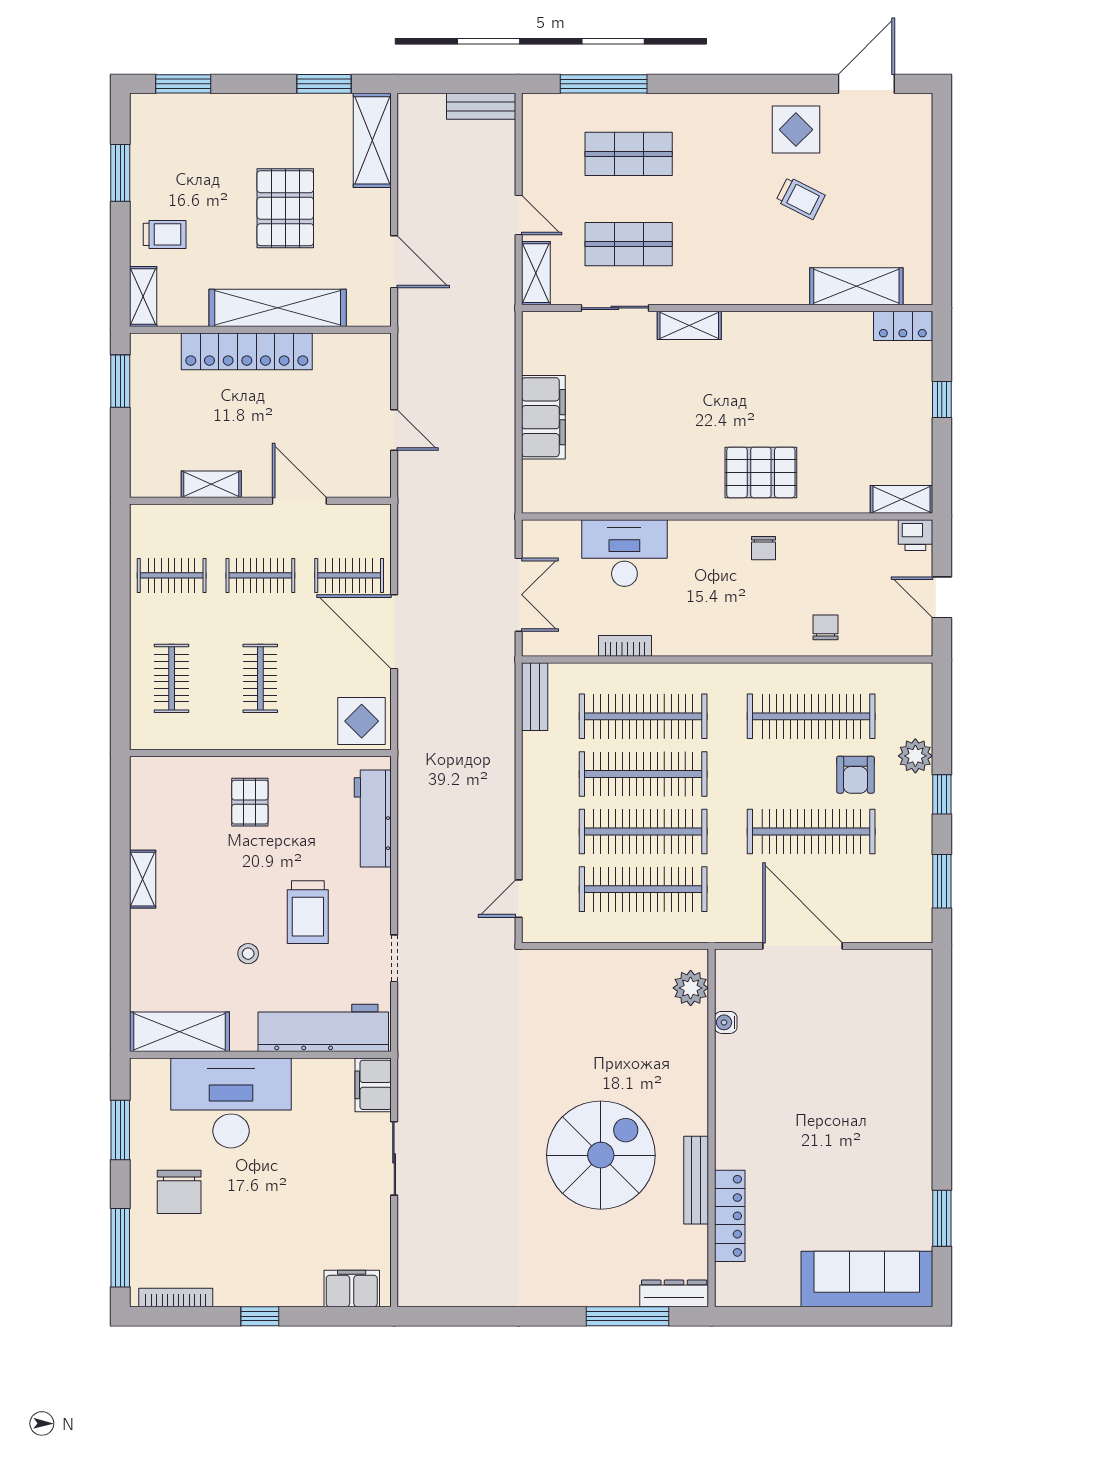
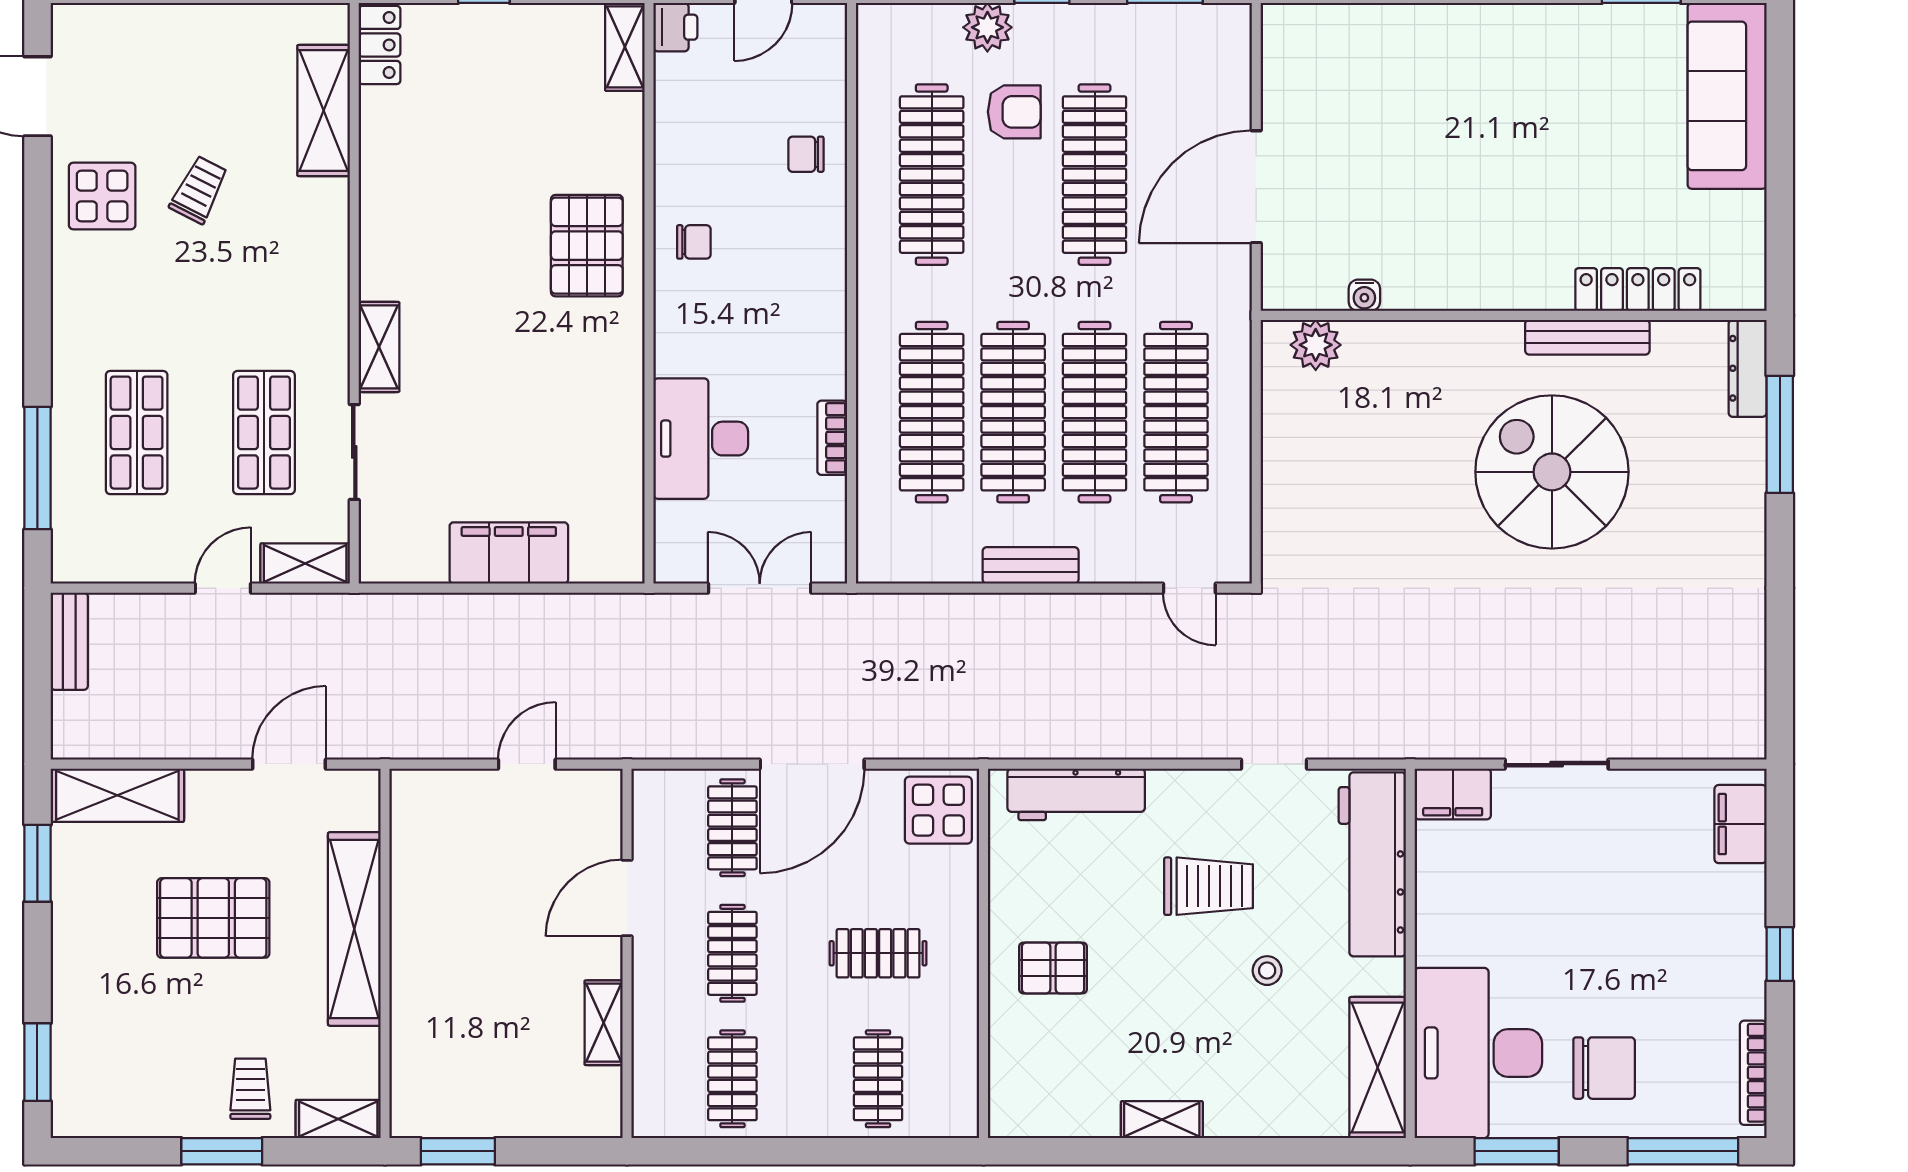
window: (120, 173) -> (222, 1151), moved
locker: (247, 351) -> (416, 972), removed
clothes rail: (172, 678) -> (878, 1079), turned 90
bench: (535, 697) -> (1031, 565), moved
desk: (231, 1103) -> (1478, 1053), moved

